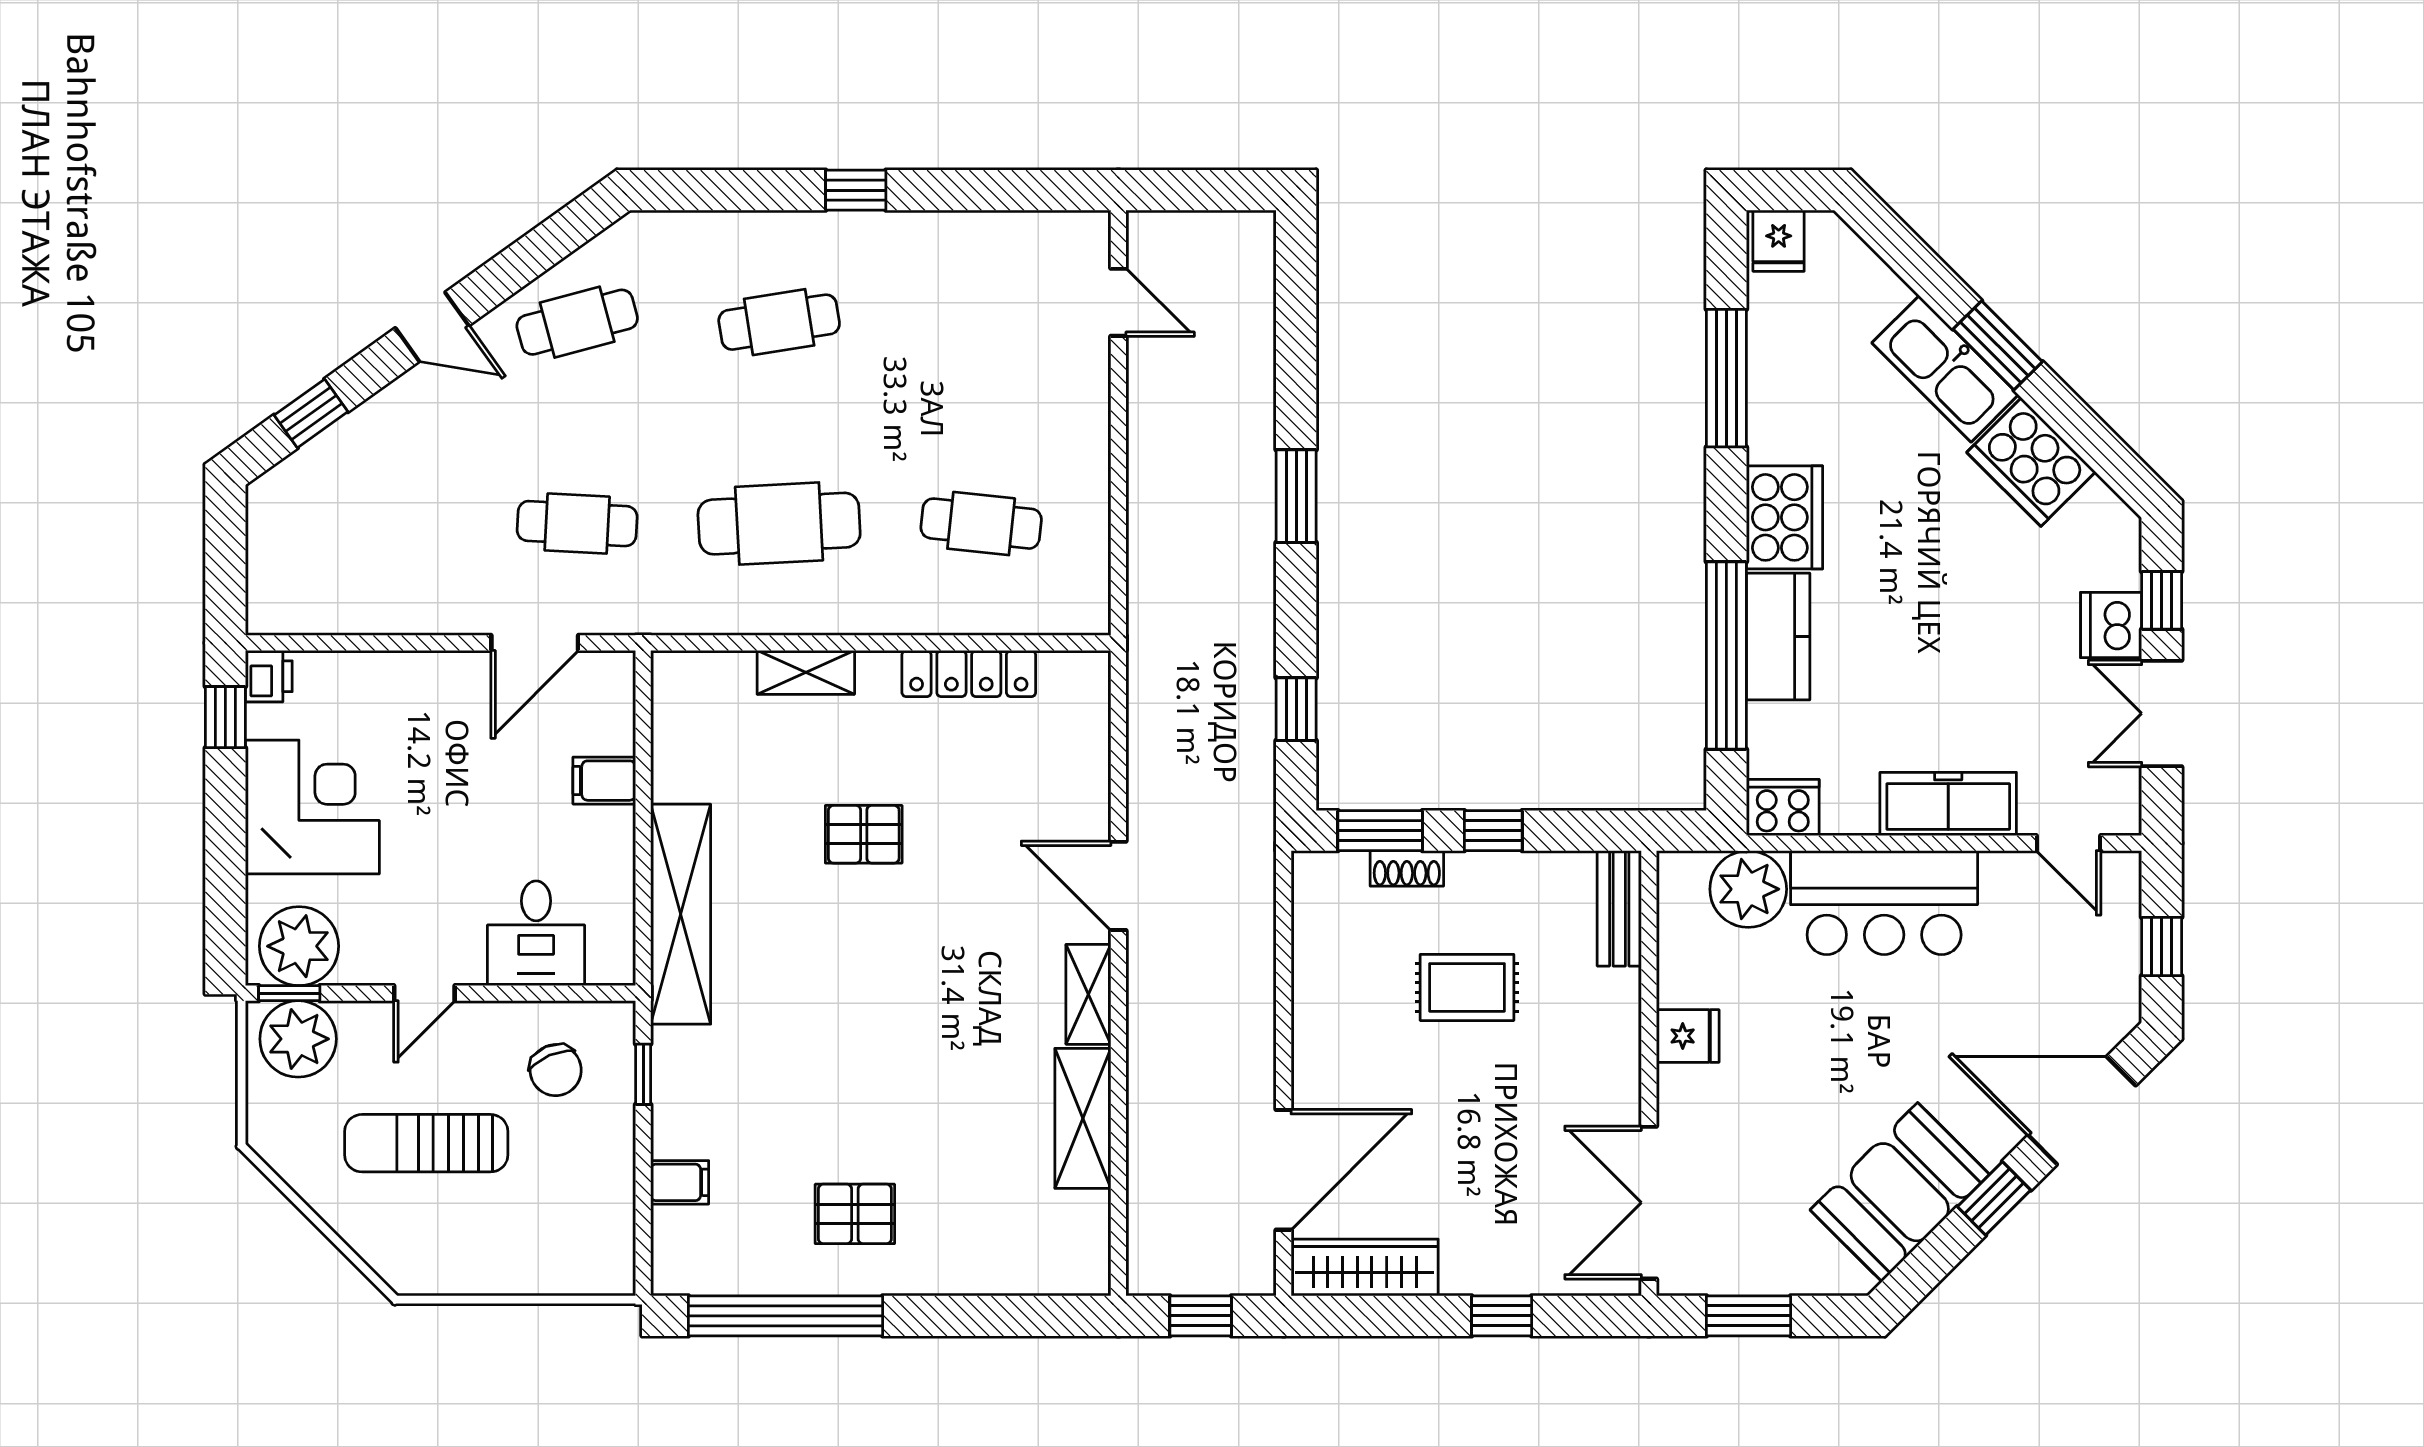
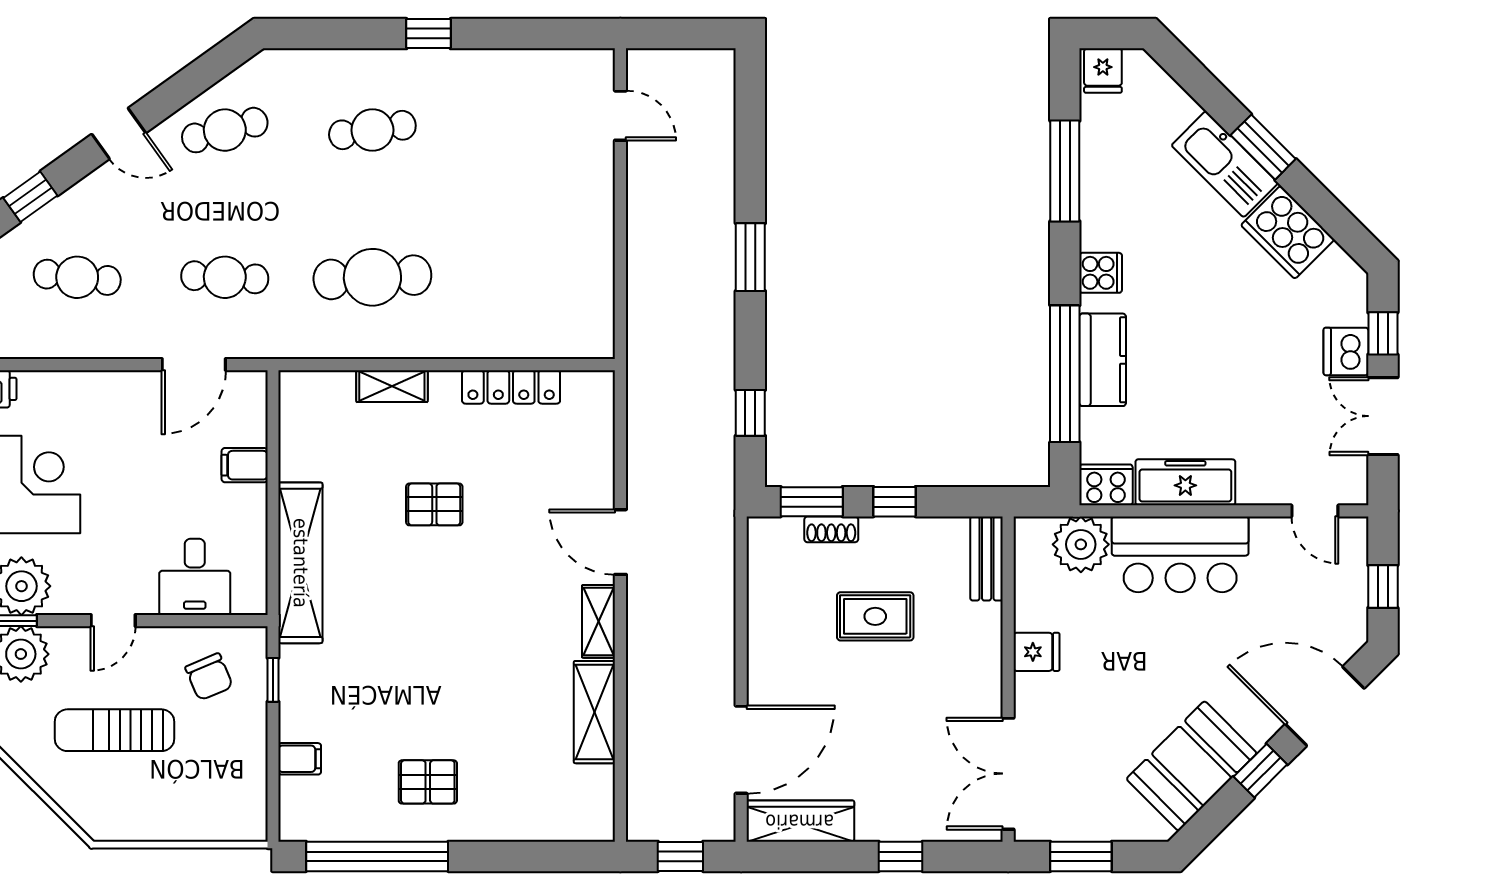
cooker: (1784, 517) -> (1101, 273), width x0.53, depth x0.76
cafe table: (981, 524) -> (77, 277), moved
freezer: (1948, 804) -> (1185, 482), moved

